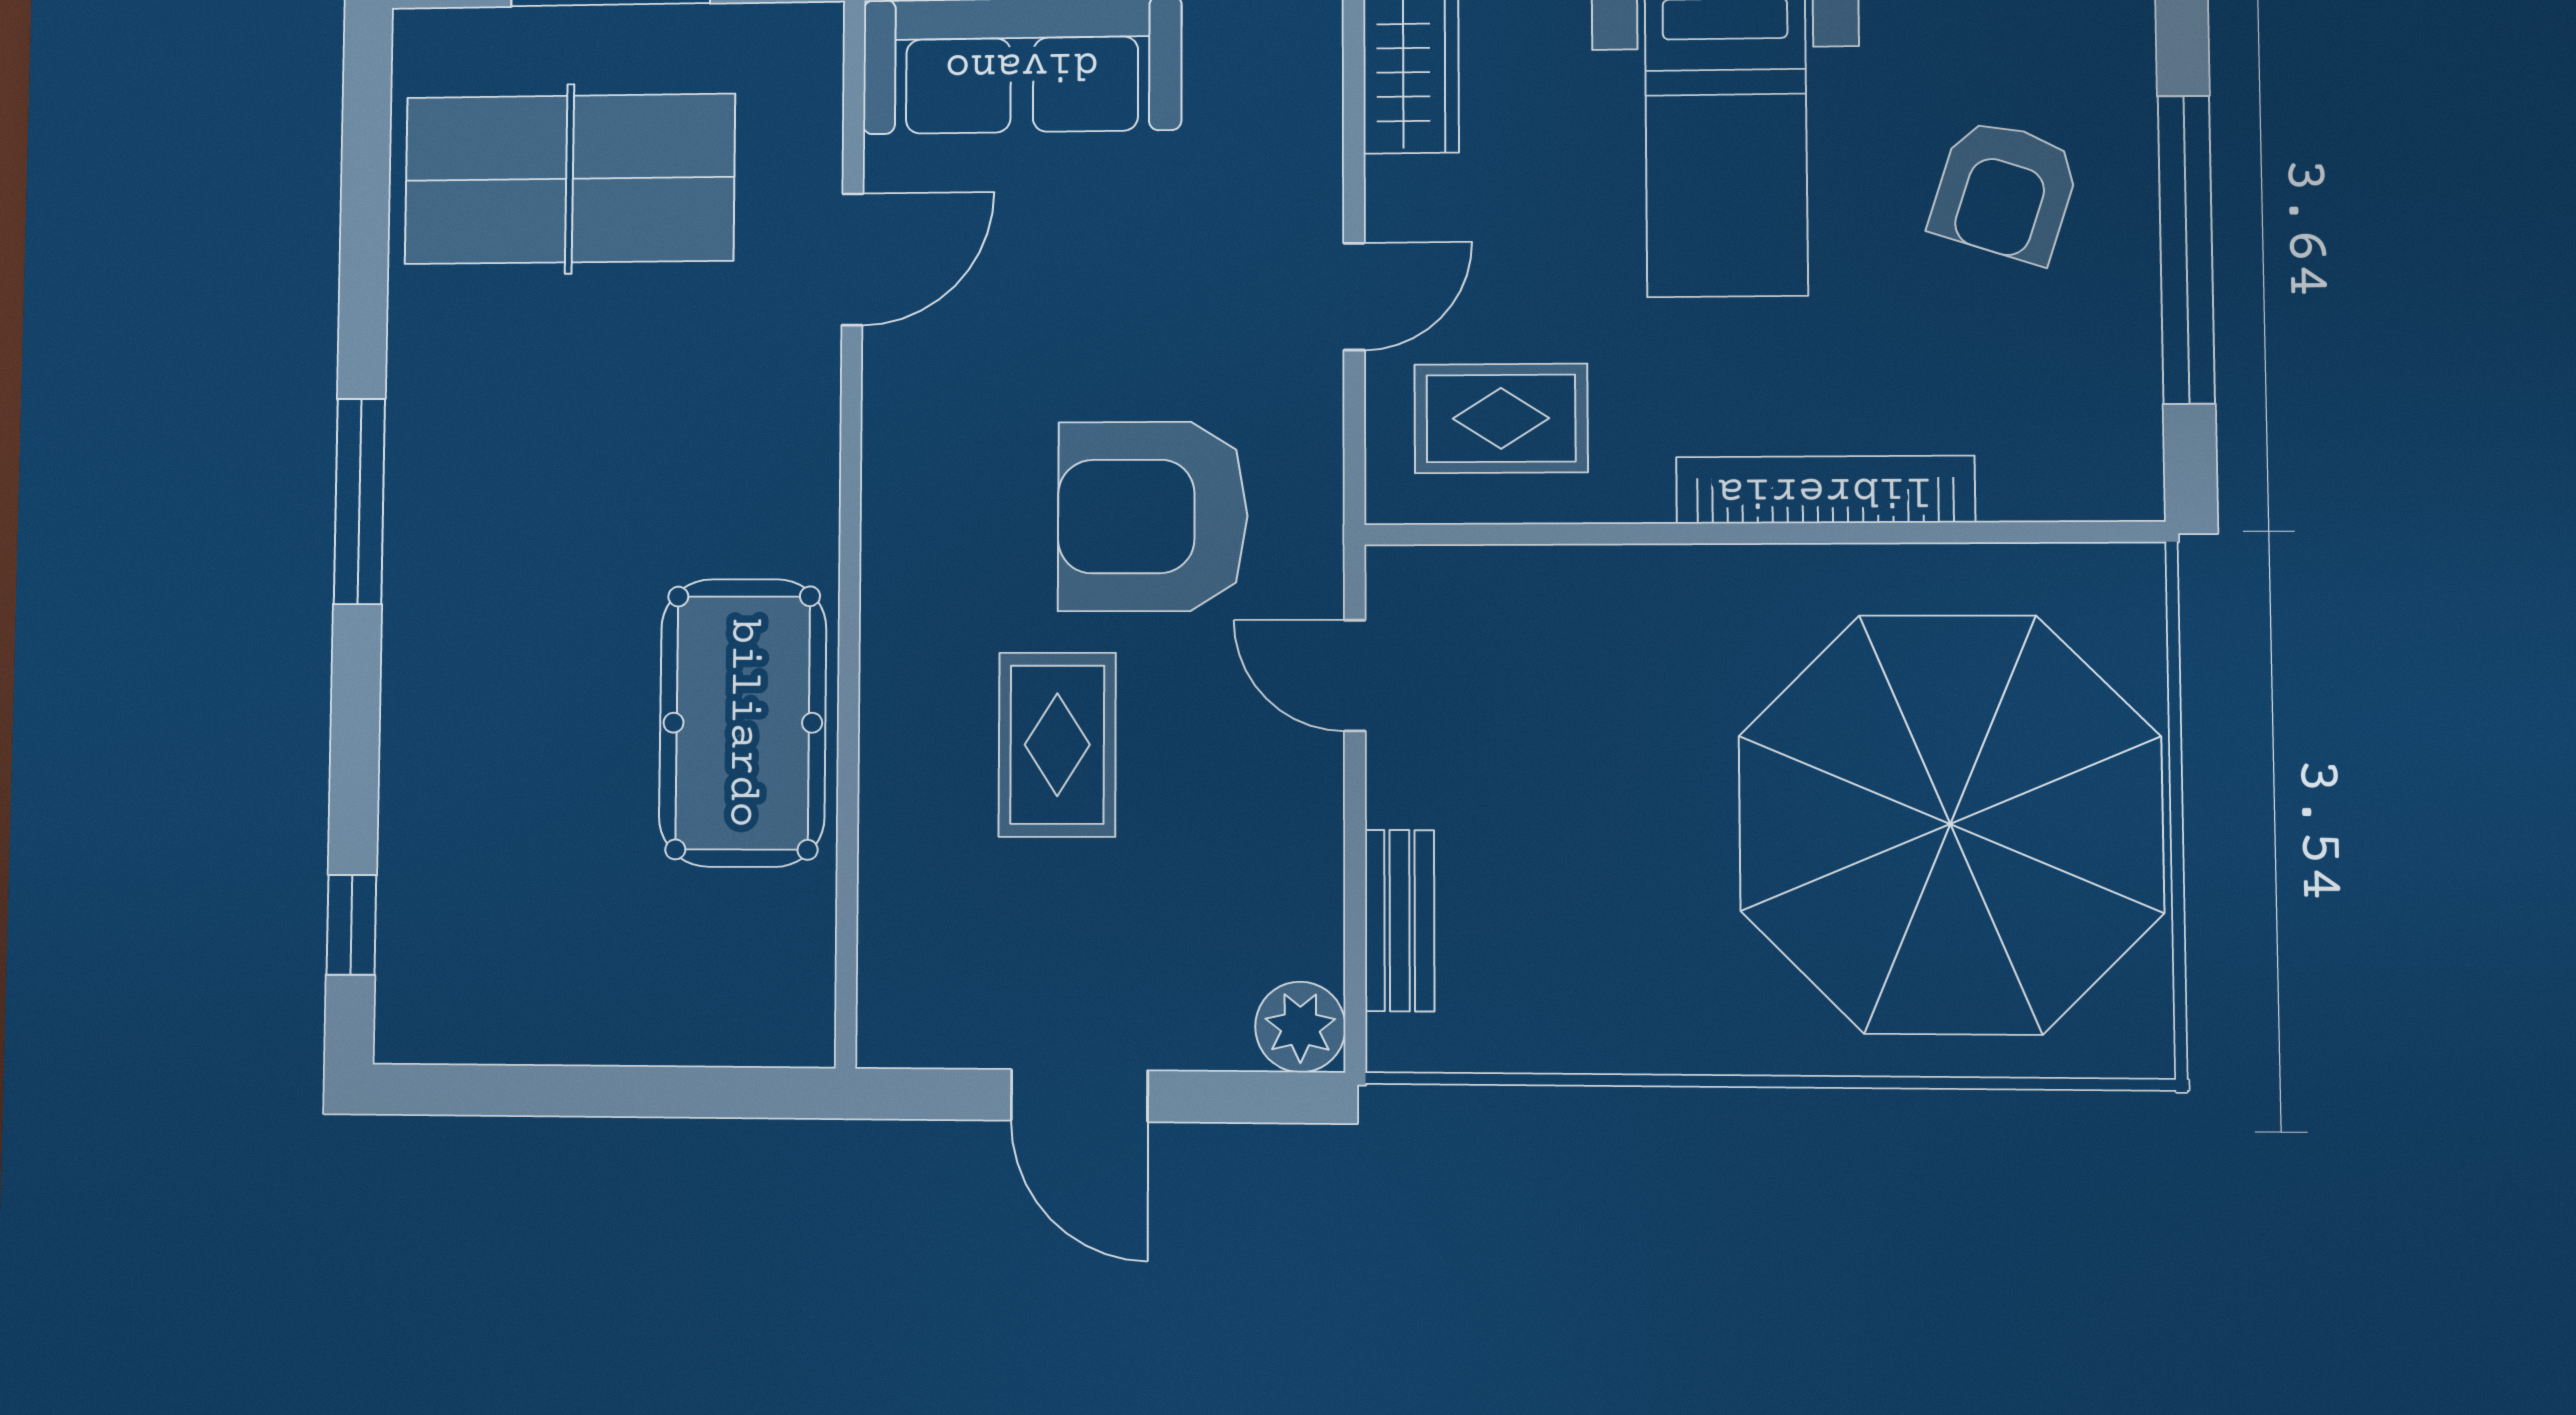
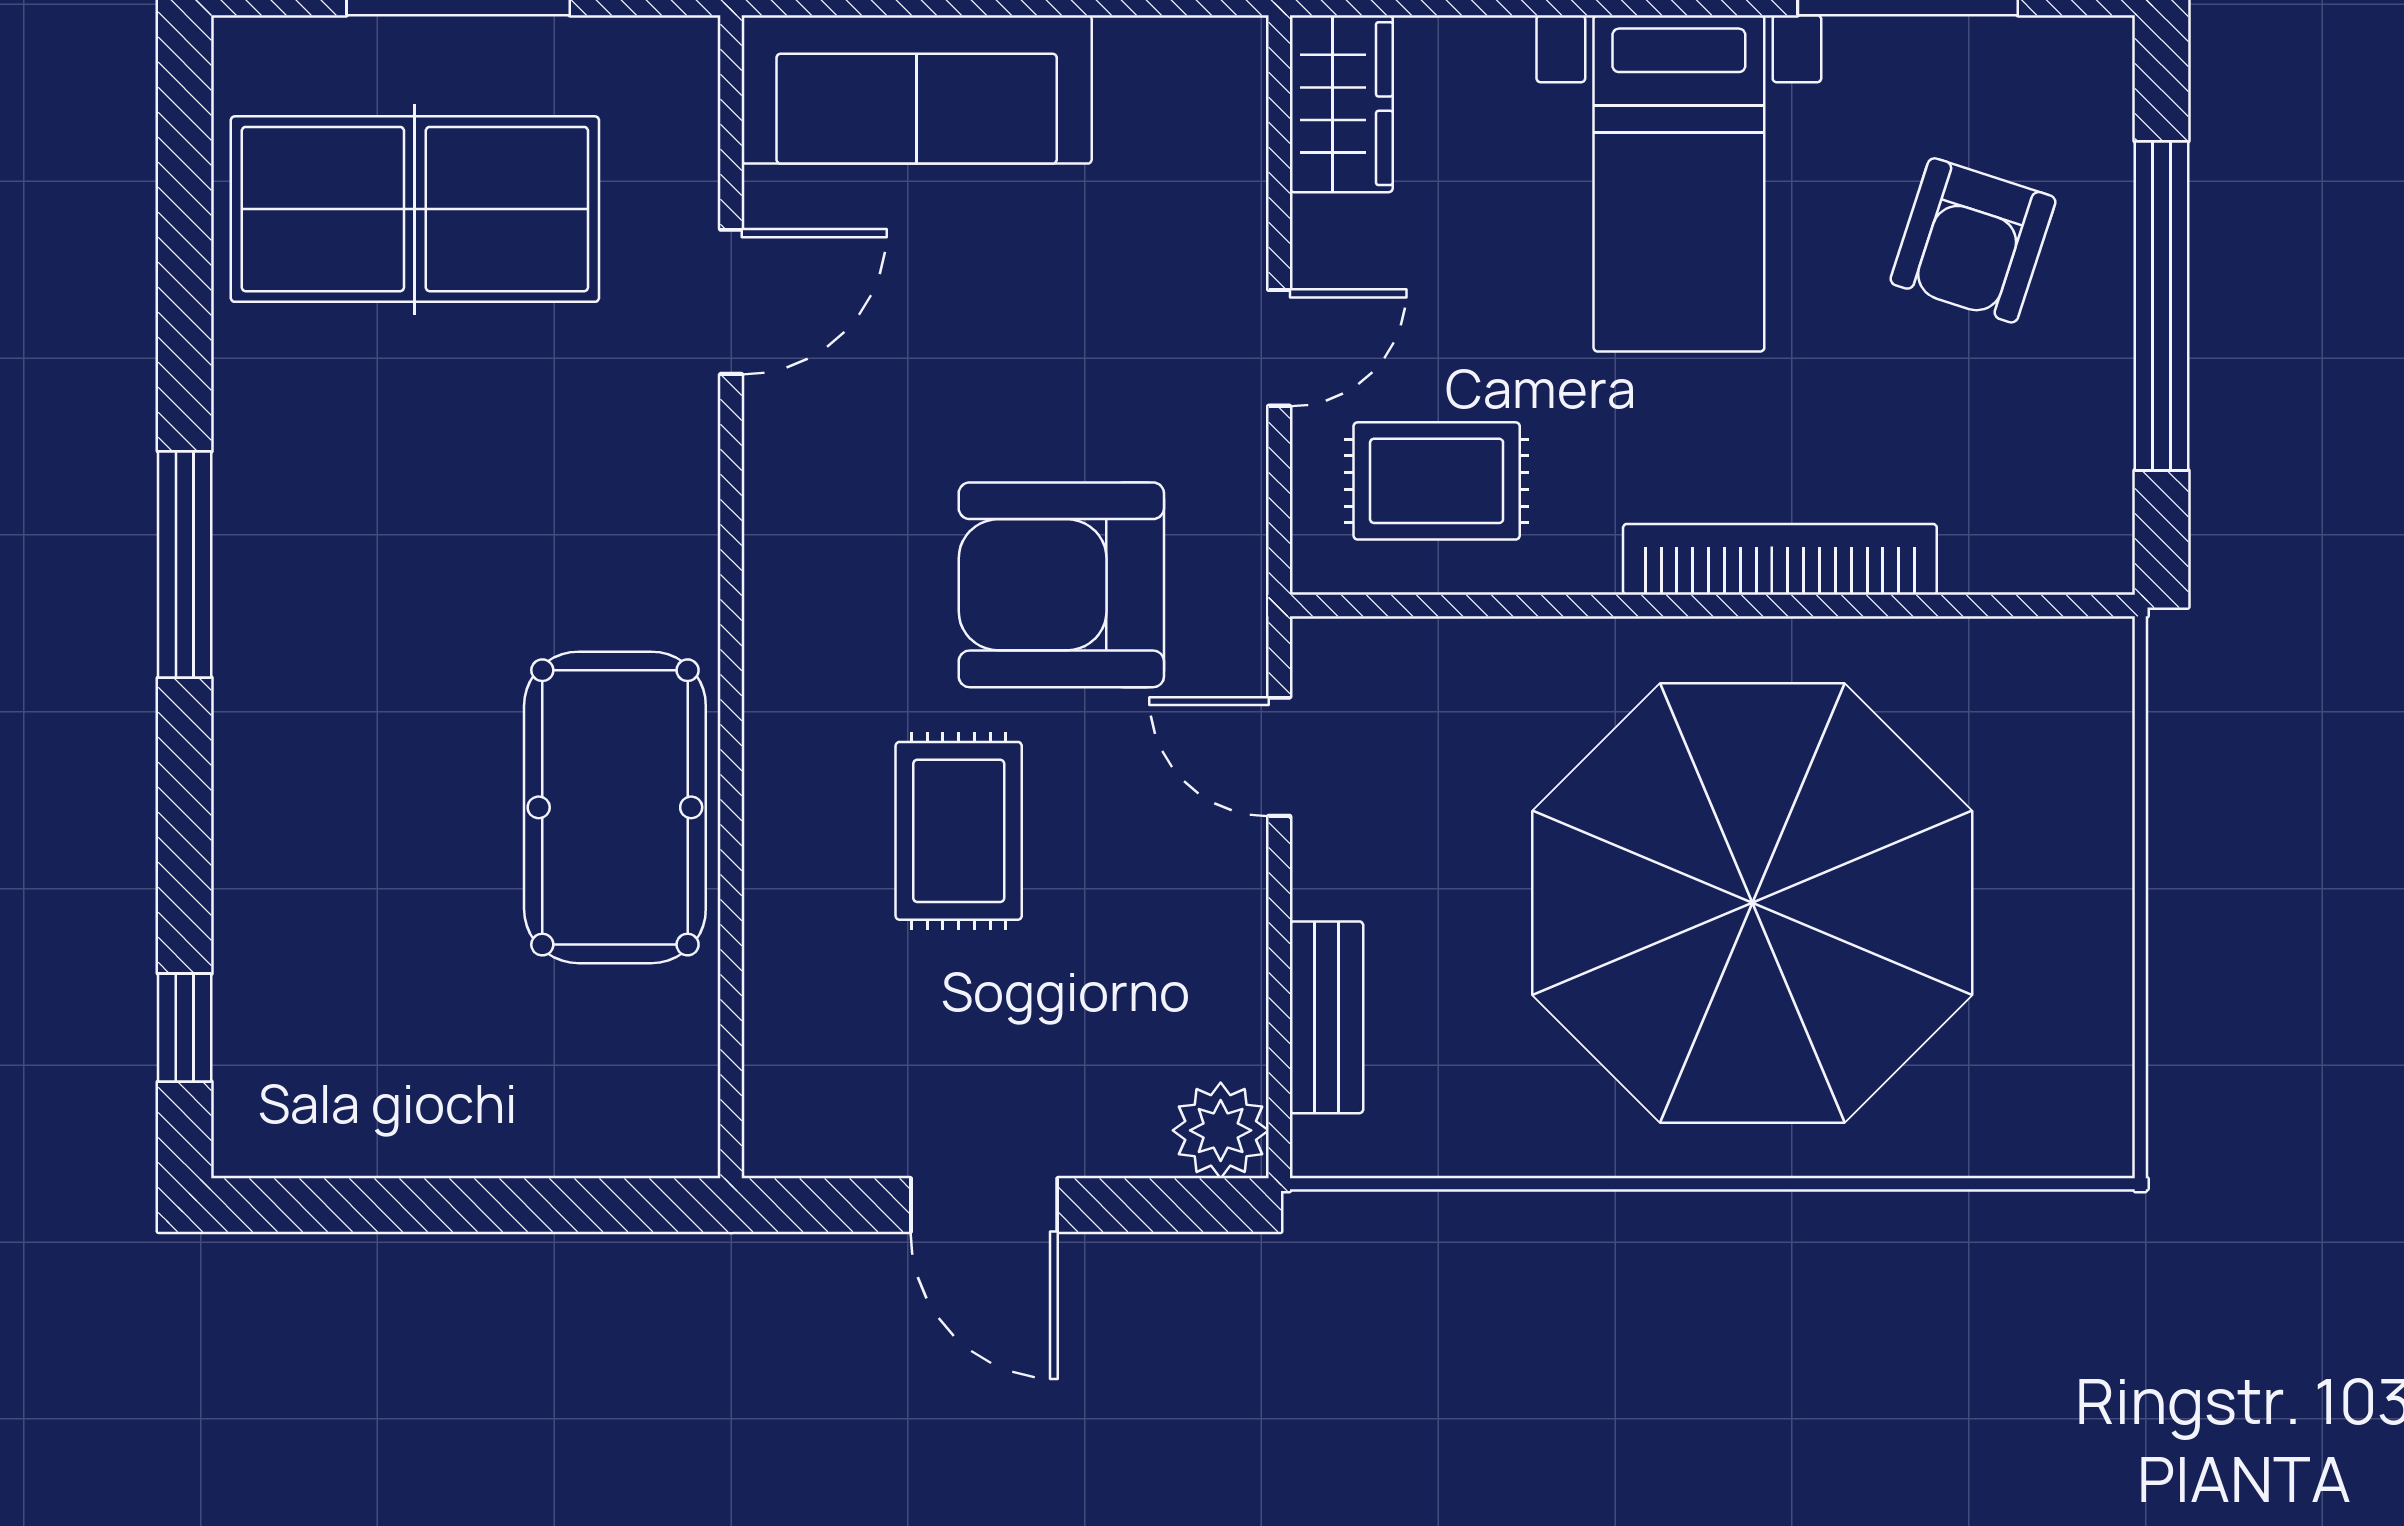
parasol: (1950, 824) -> (1752, 903), moved

